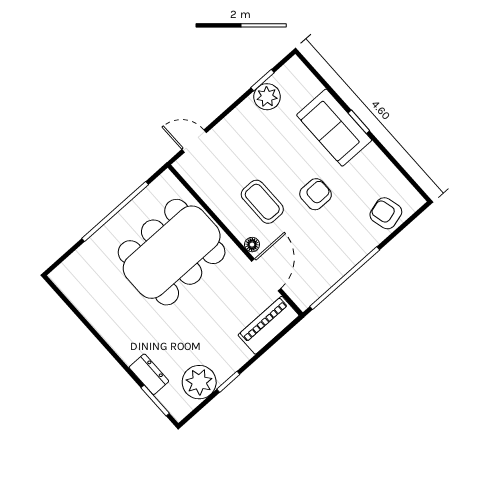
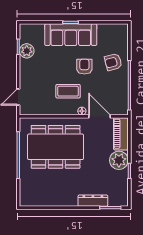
sofa: (334, 128) -> (71, 35), width x1.36
armchair: (386, 213) -> (113, 62), moved
dining table: (172, 252) -> (56, 147), turned 90
dresser: (149, 374) -> (93, 201), width x1.44
plant: (199, 382) -> (119, 160), moved

